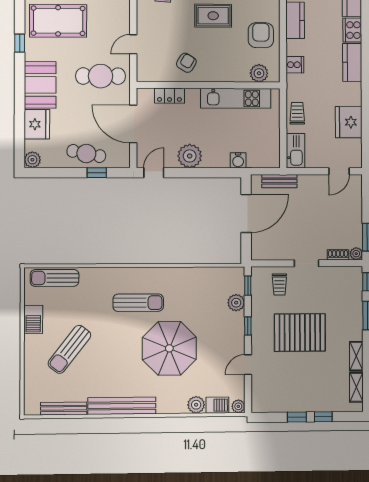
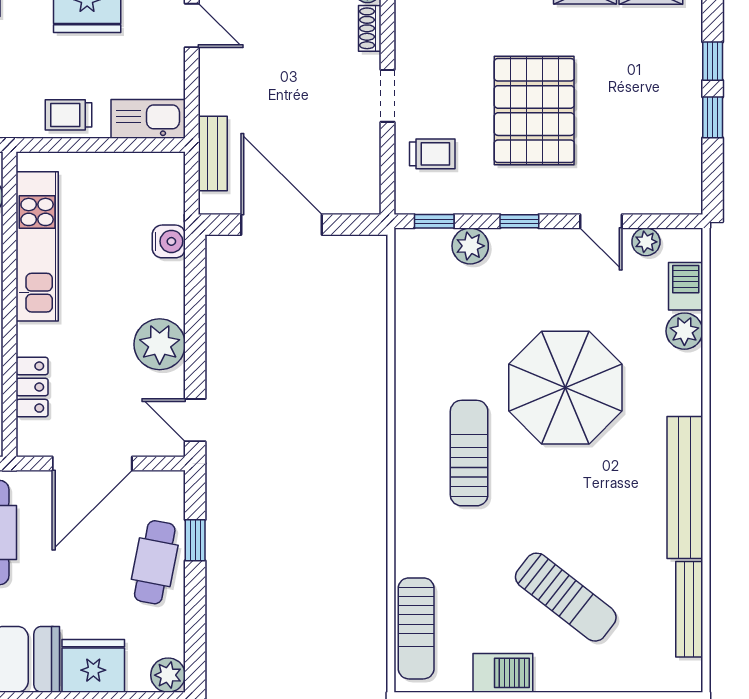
plant: (238, 406) -> (646, 242), moved

